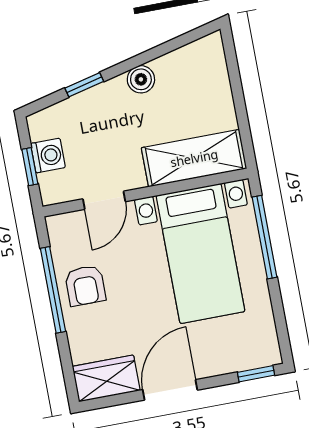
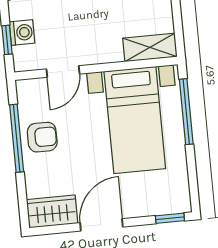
shelving: (194, 158) -> (150, 47), width x0.67, depth x0.75
armchair: (85, 286) -> (42, 137), turned -90

